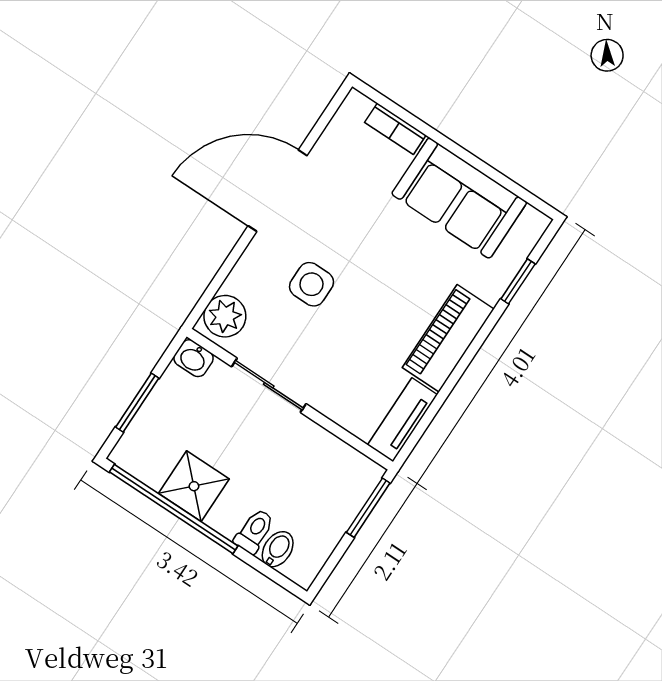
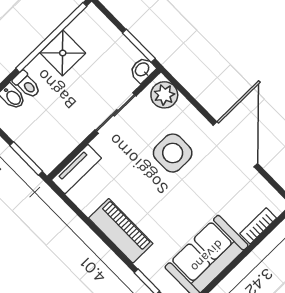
side table: (311, 284) -> (173, 153), width x1.37, depth x1.37
window: (137, 403) -> (139, 46), moved
tv unit: (402, 420) -> (76, 169), moved, turned 90

